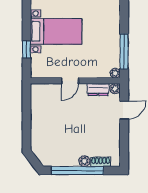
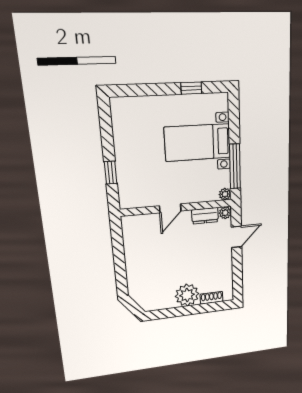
bed with nightstands: (56, 31) -> (198, 142), moved, turned 180
plant: (84, 161) -> (187, 295), width x1.87, depth x1.87
window: (77, 170) -> (185, 311), removed

